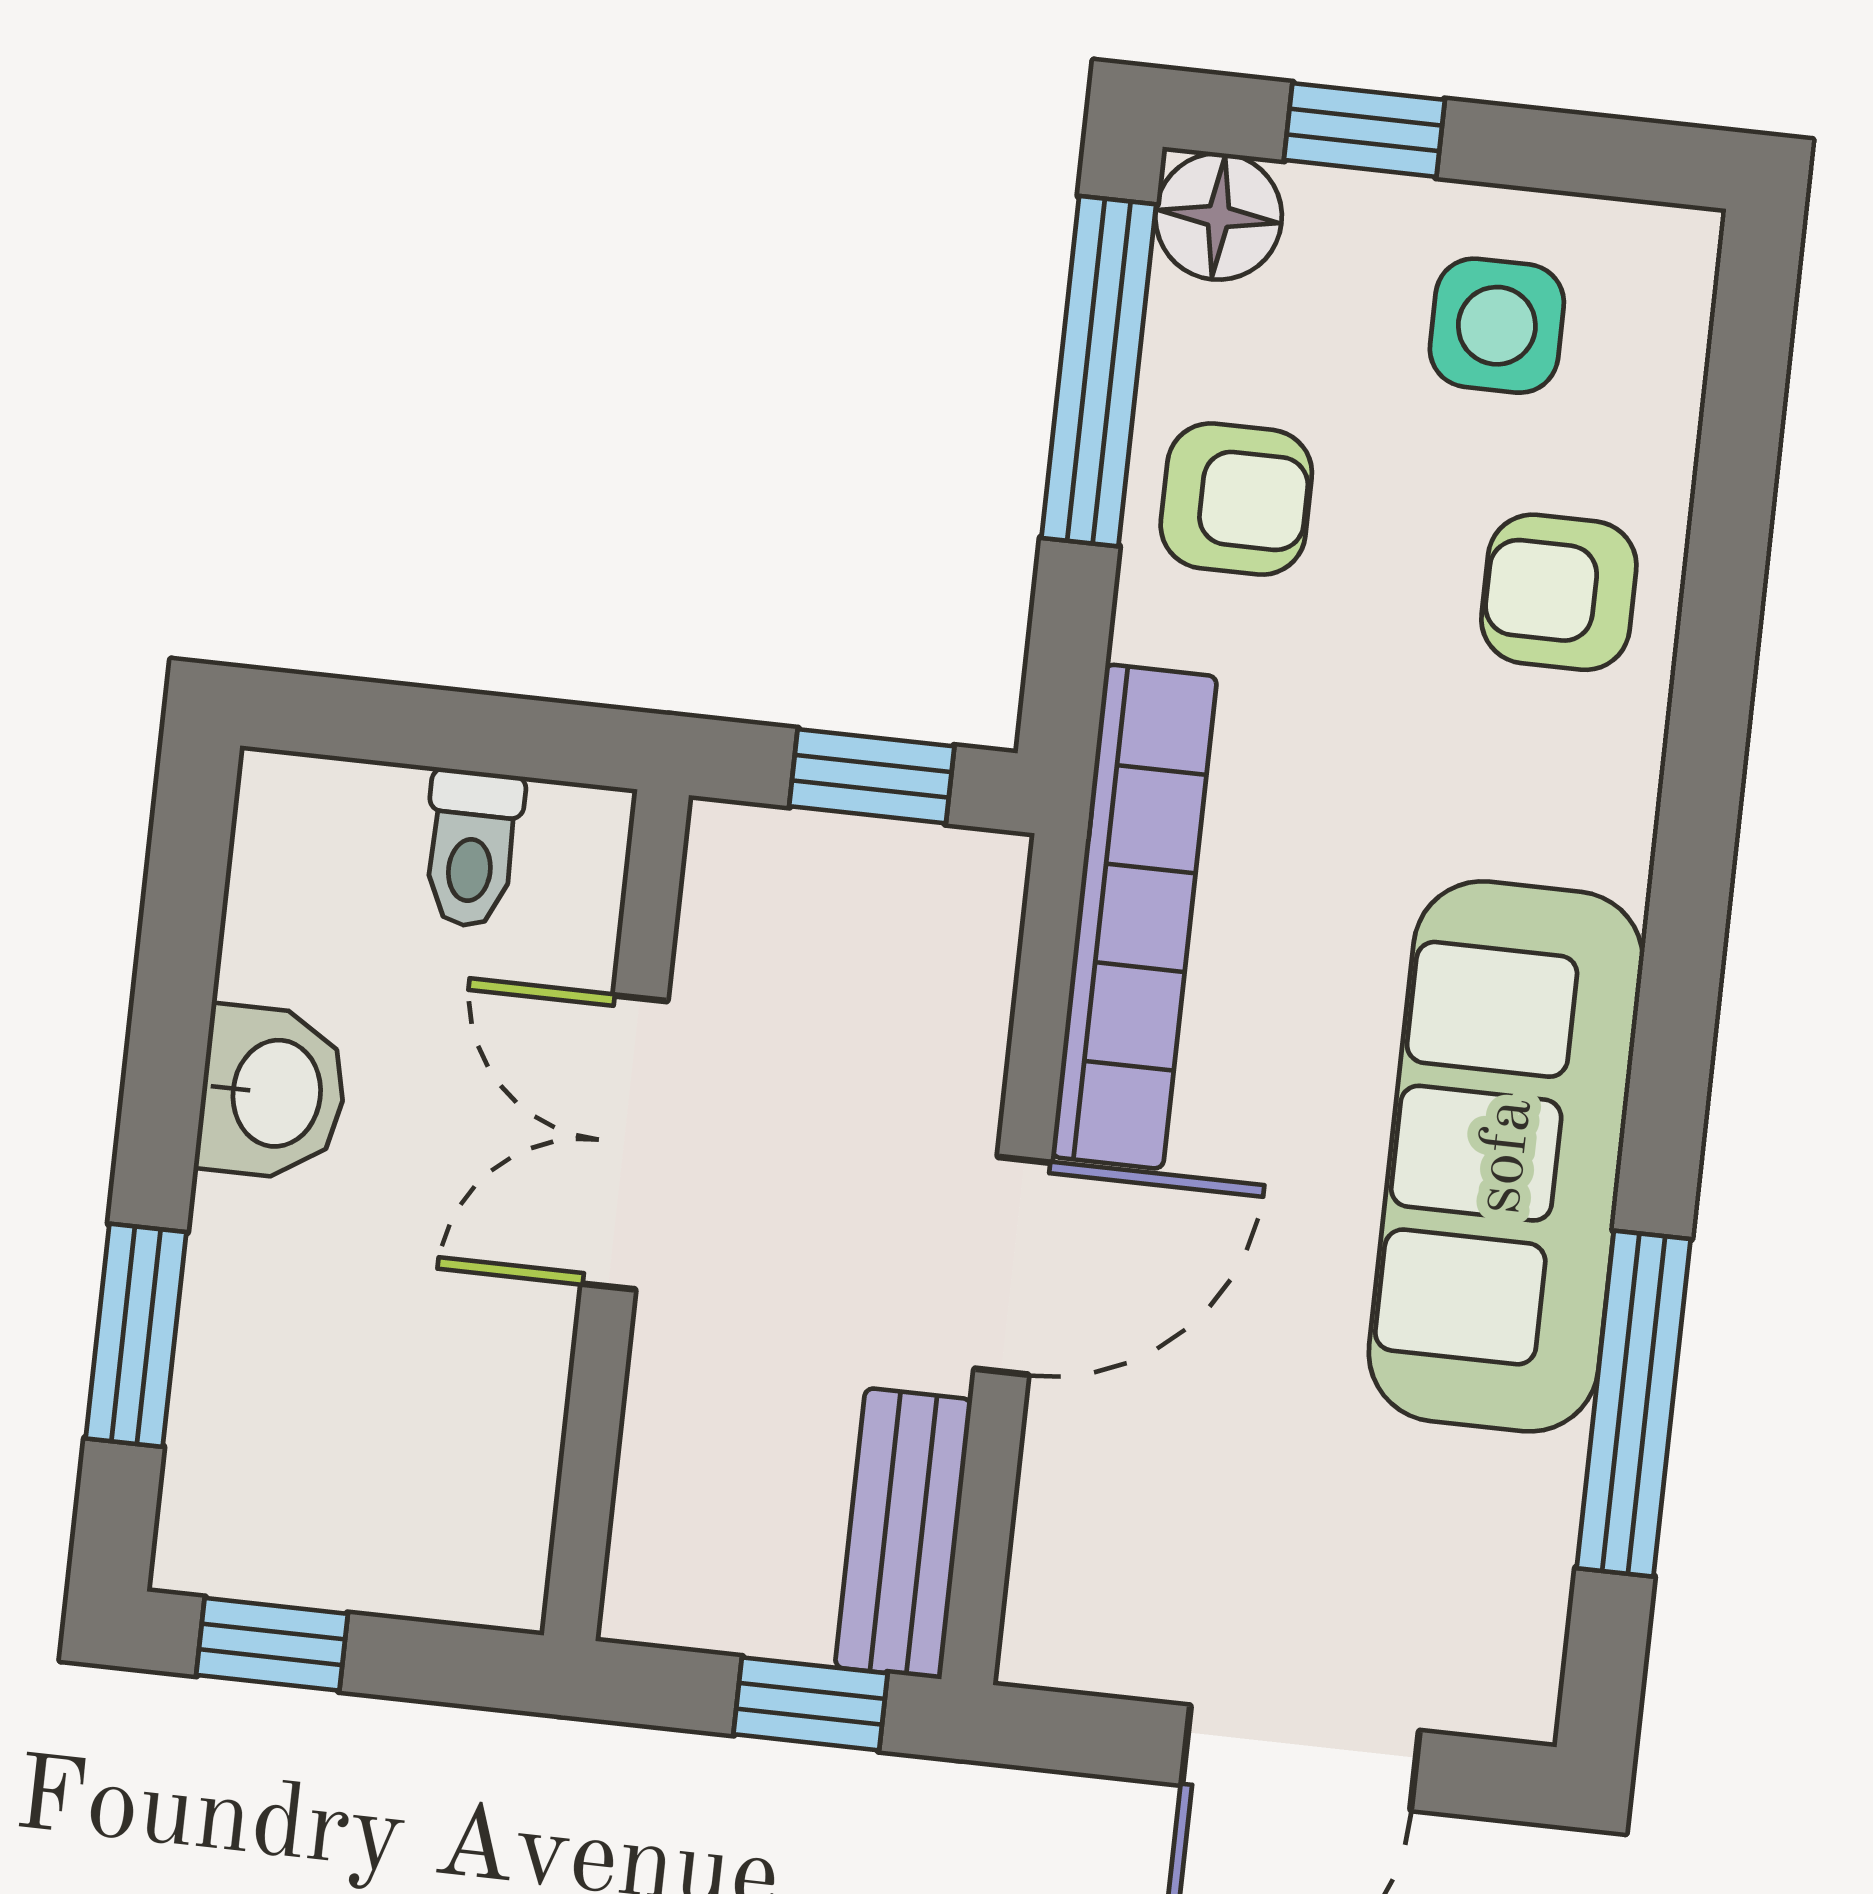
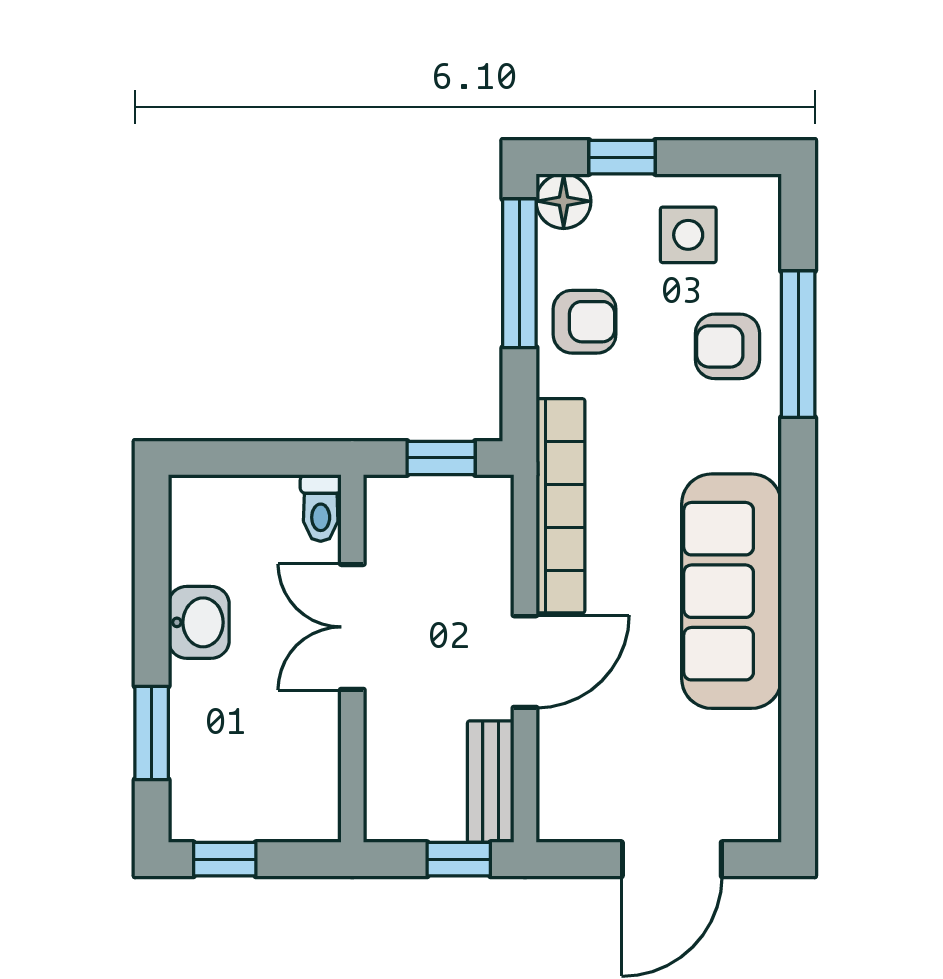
toilet: (472, 849) -> (321, 508), moved
window: (1634, 1404) -> (798, 344), moved

